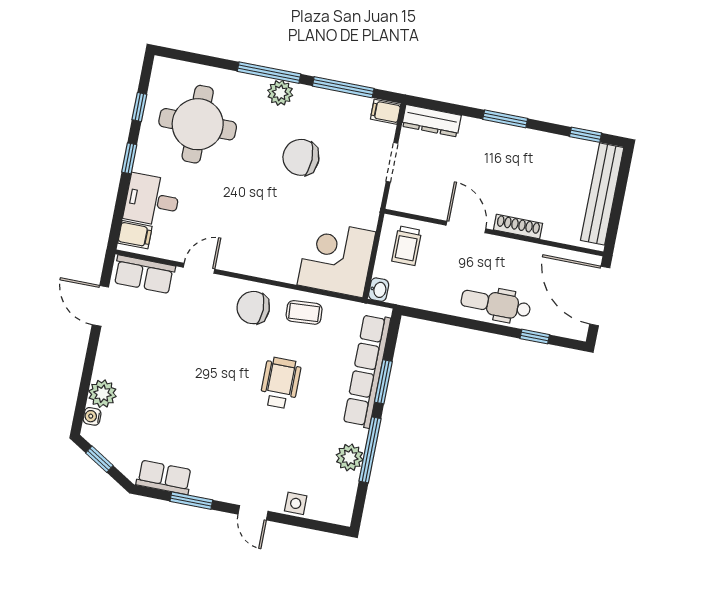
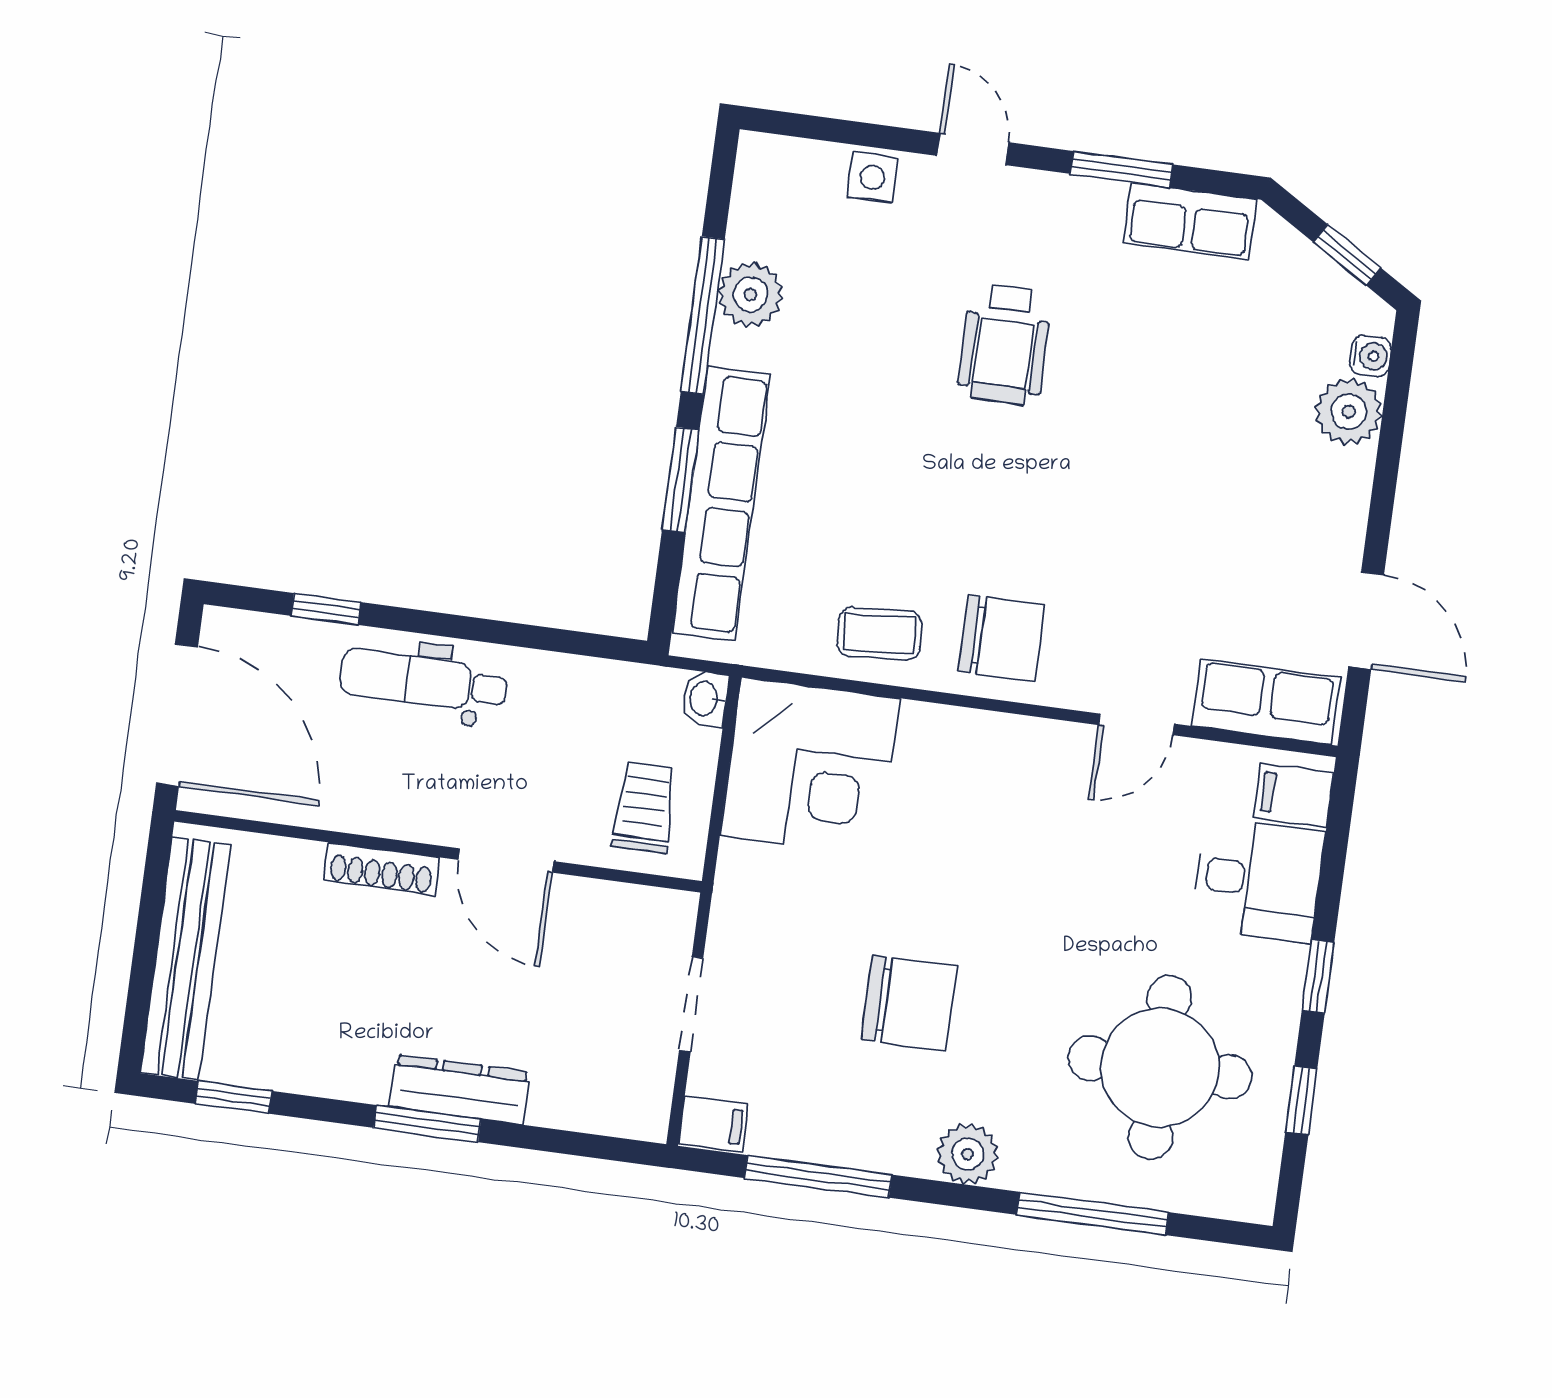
window: (269, 73) -> (1093, 1214), moved
dresser: (432, 121) -> (460, 1089), moved
dental chair: (496, 304) -> (424, 681), turned 180
wheelchair: (280, 383) -> (1005, 344), moved

